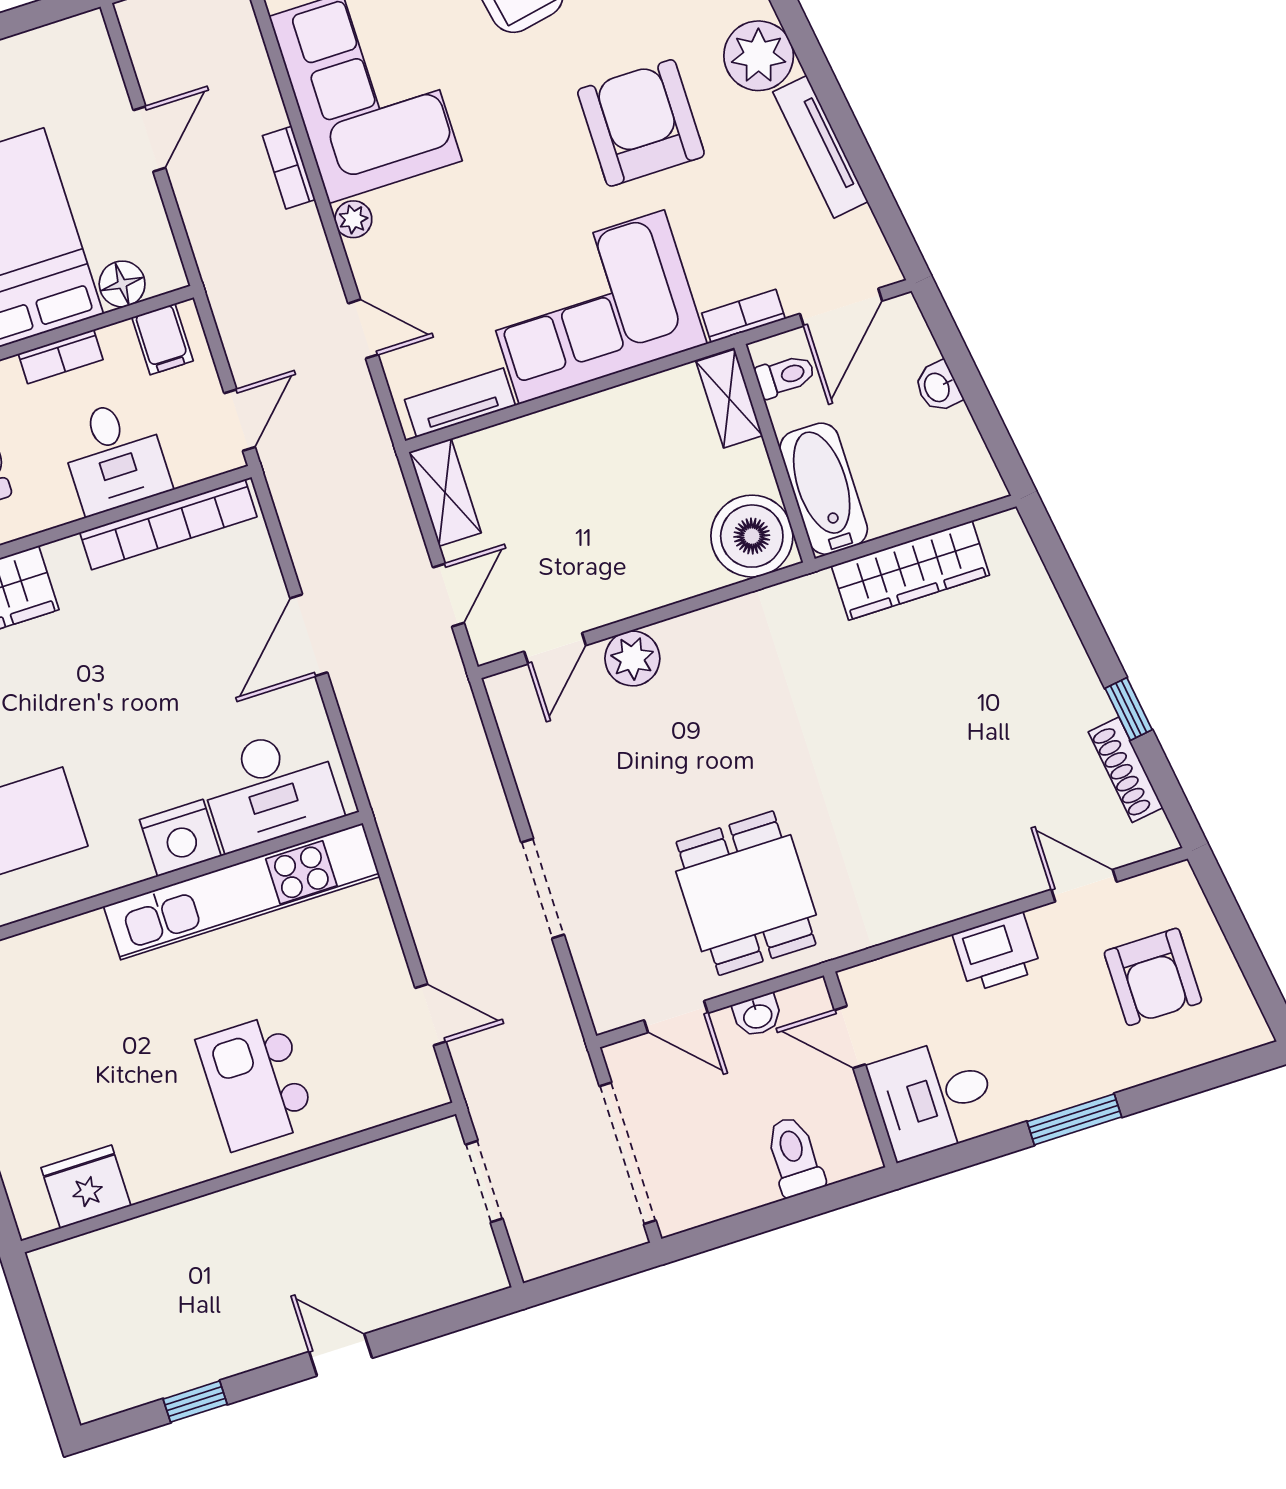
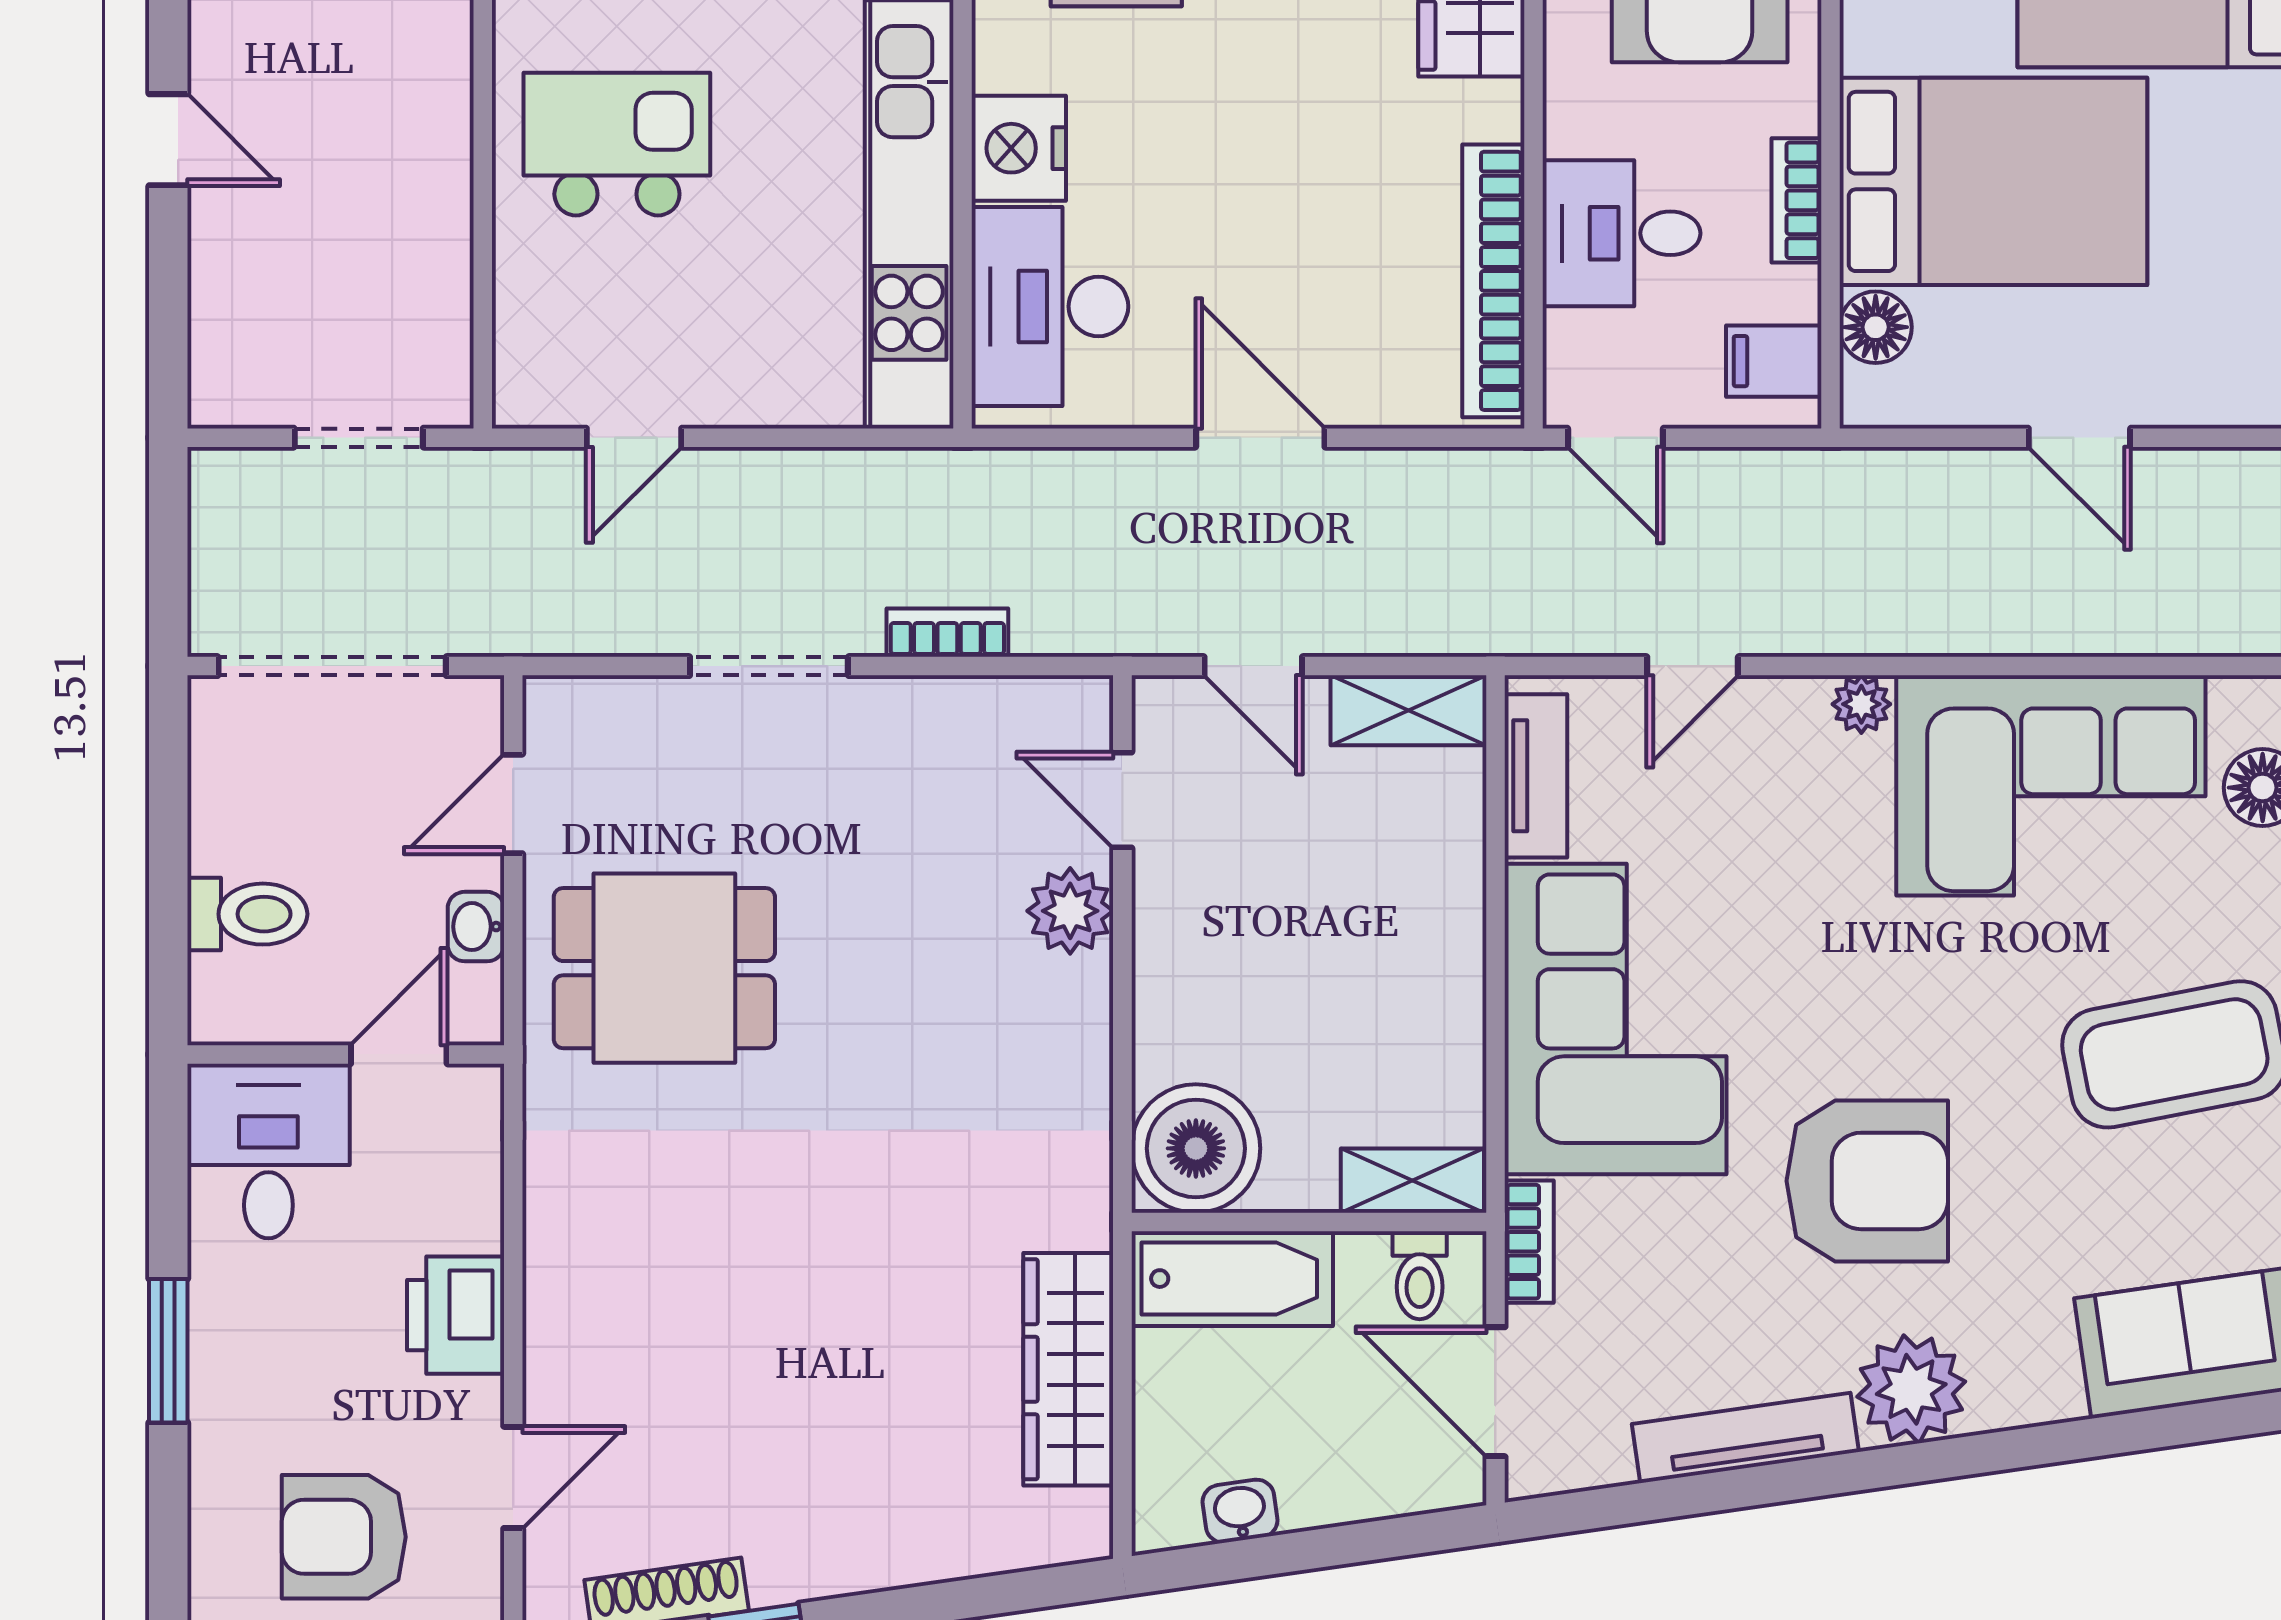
bookcase: (289, 168) -> (947, 633), moved
washbasin: (938, 387) -> (1240, 1511), moved
door: (341, 1355) -> (168, 140), hinge flipped

